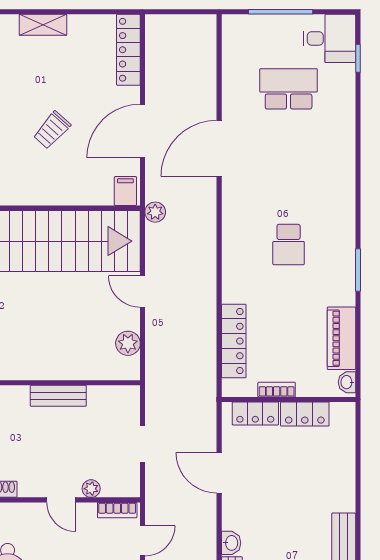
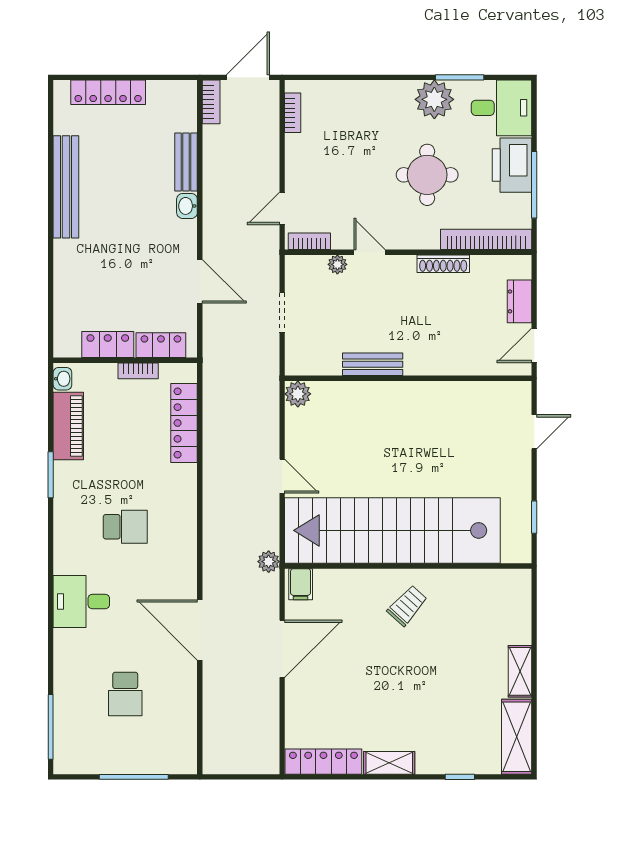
desk: (329, 38) -> (81, 602), moved
locker: (128, 50) -> (323, 762), moved, turned -90
window: (358, 58) -> (51, 727), width x2.17
school desk: (289, 89) -> (125, 694), width x0.54
trolley: (52, 130) -> (407, 606), moved
door: (219, 148) -> (200, 630), swing flipped
school desk: (289, 245) -> (125, 527), turned 90
window: (358, 270) -> (51, 475), moved
plant: (128, 343) -> (298, 394), moved

